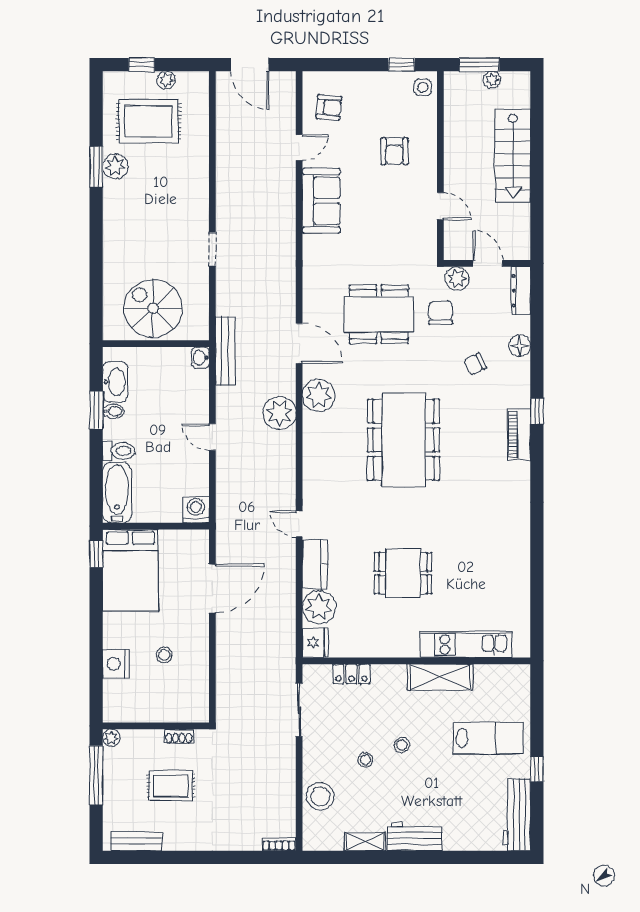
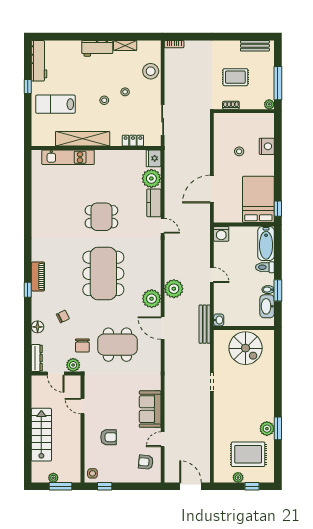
armchair: (394, 151) -> (109, 437), turned 90
dining table: (403, 573) -> (101, 217), moved
shelving: (440, 677) -> (83, 139), width x1.47

